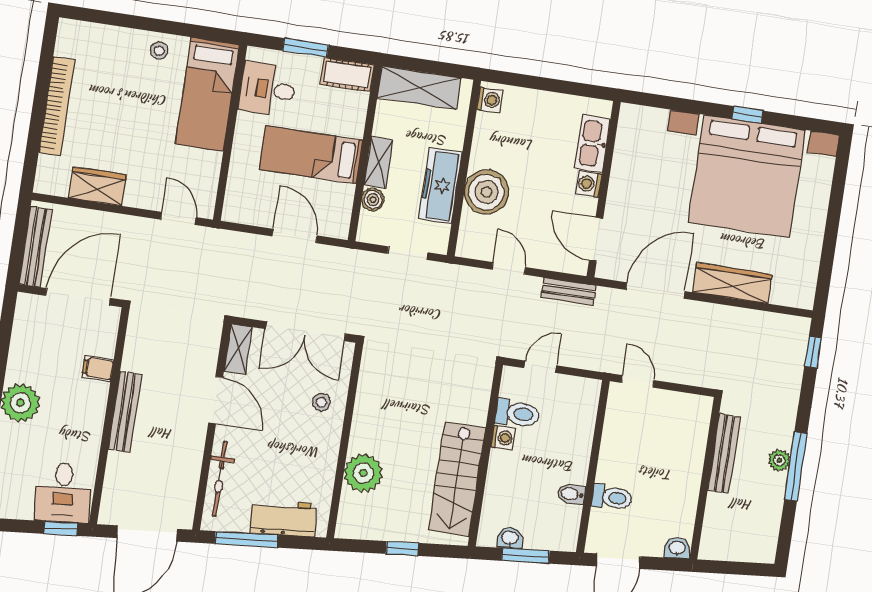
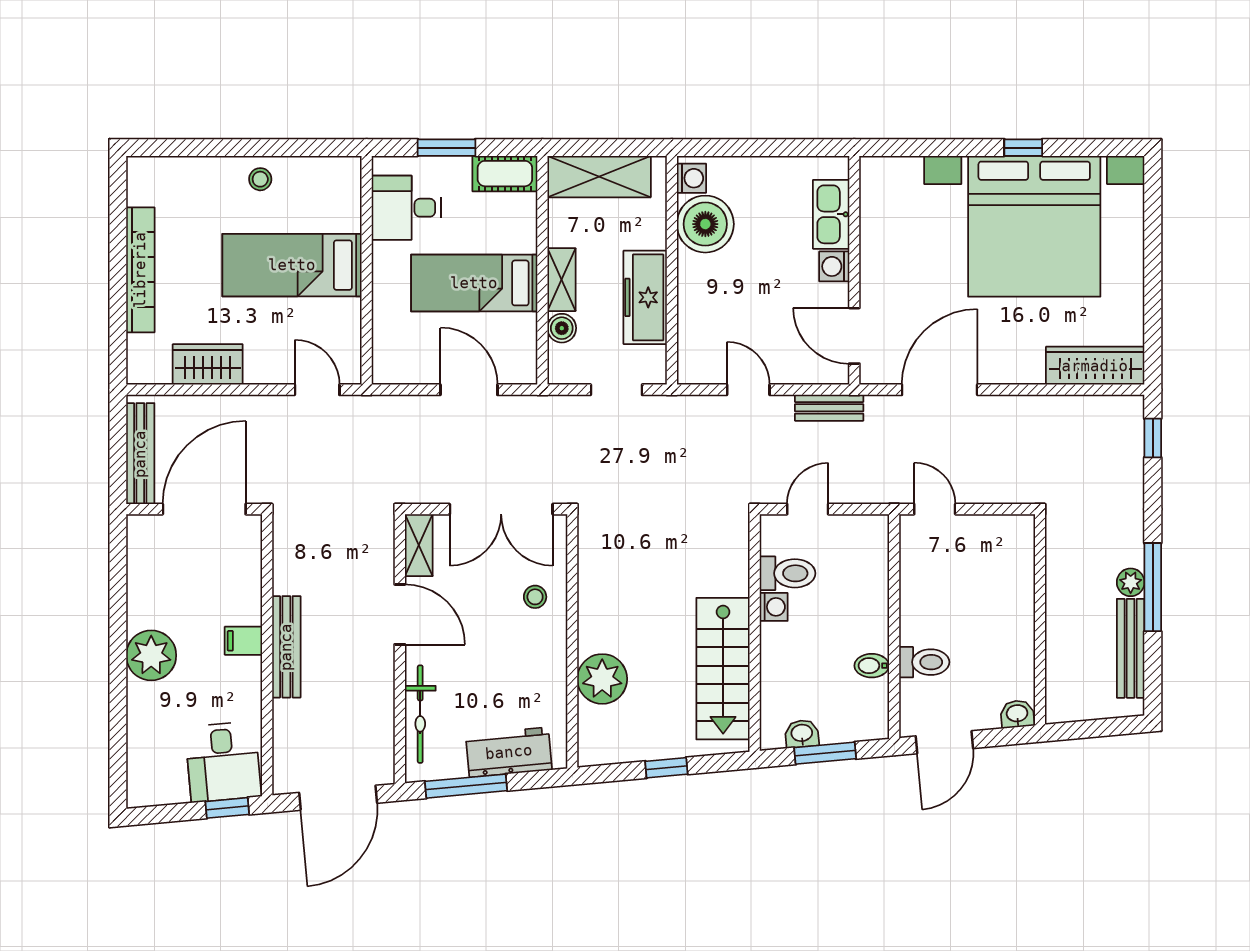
bed: (207, 94) -> (292, 265), moved, turned 90
boiler: (487, 192) -> (705, 224), moved
wardrobe: (732, 283) -> (1095, 366), moved
filing cabinet: (98, 368) -> (243, 641), moved
bench: (724, 454) -> (1131, 648), moved

